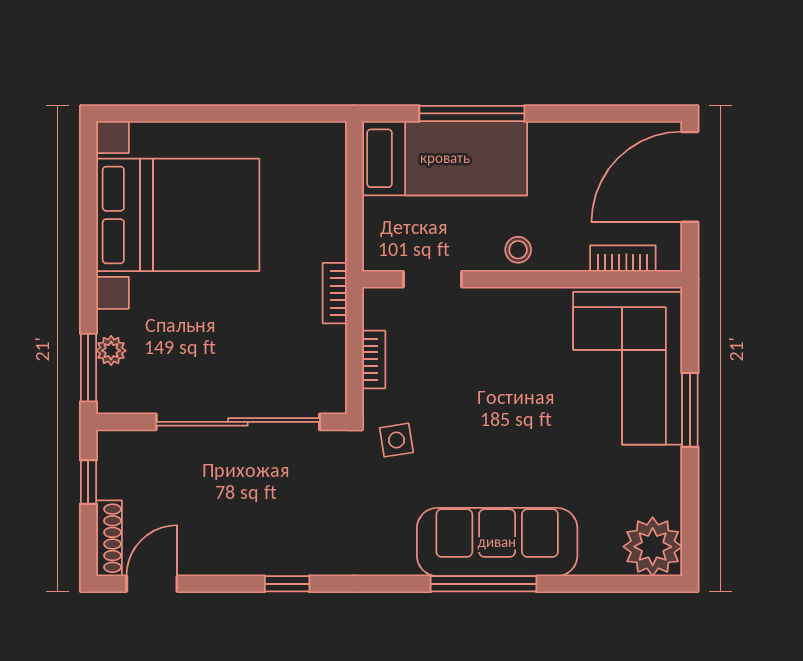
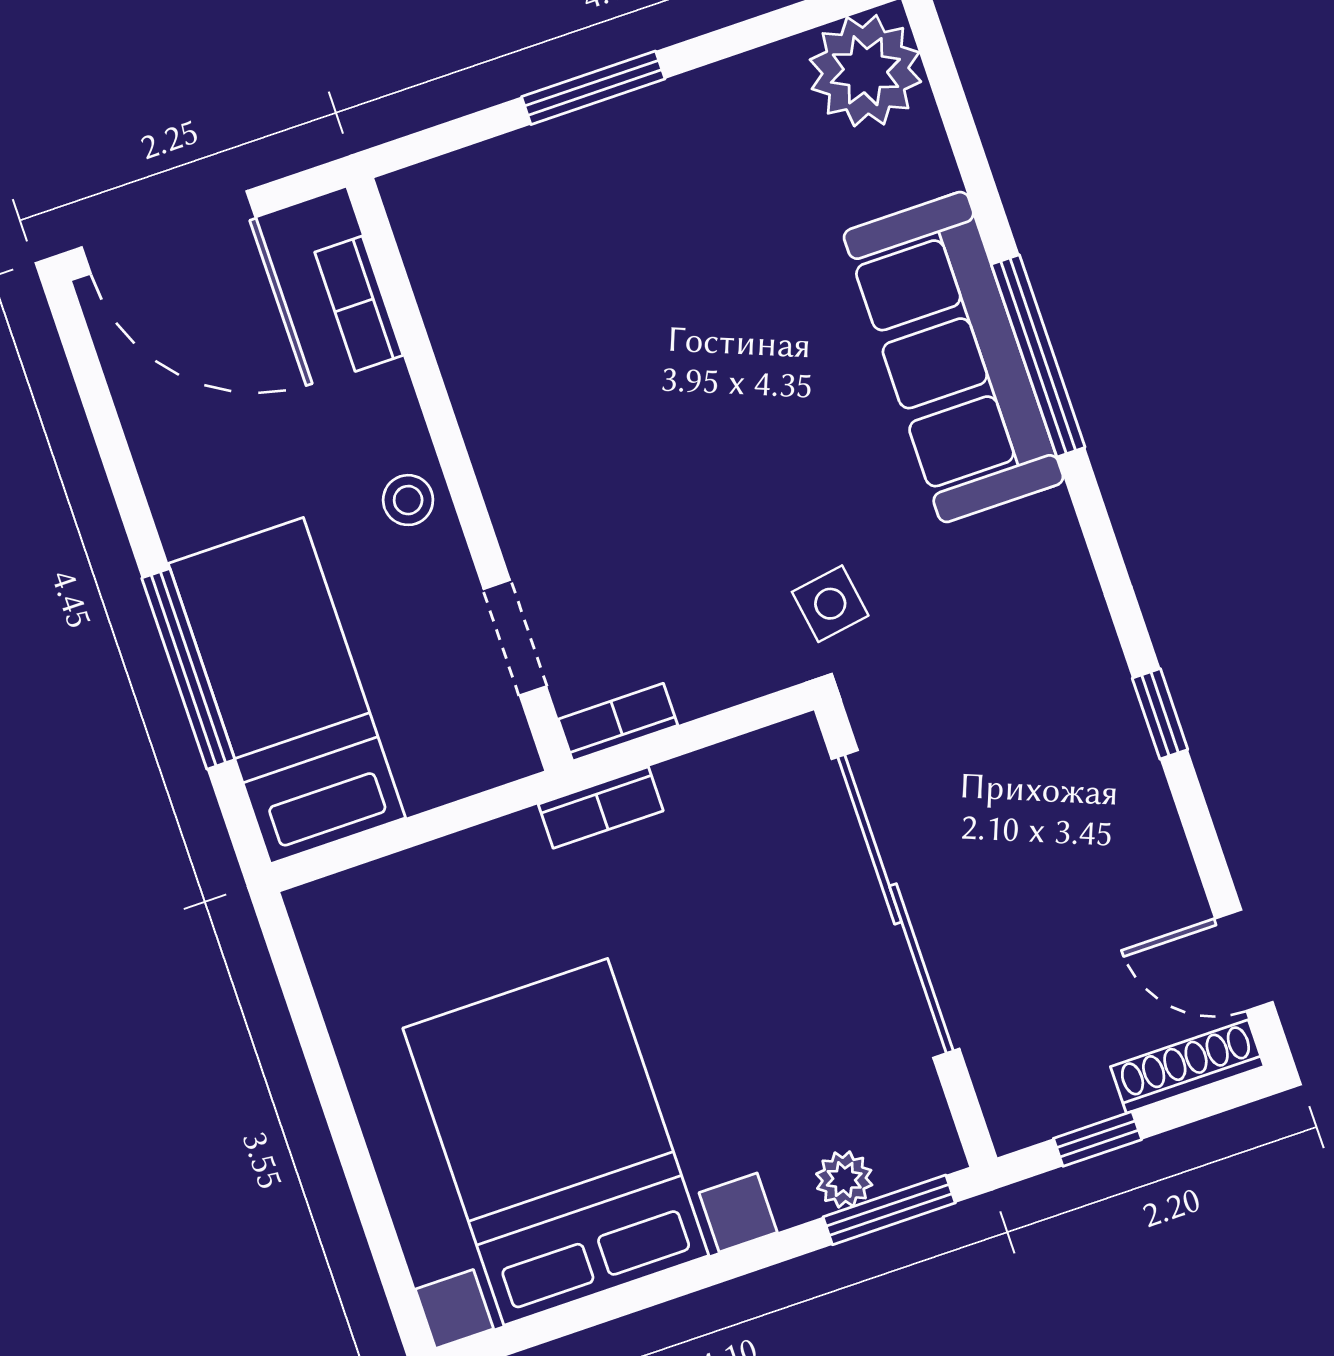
bookcase: (374, 359) -> (618, 722), moved
corner sofa: (628, 368) -> (556, 227), removed

